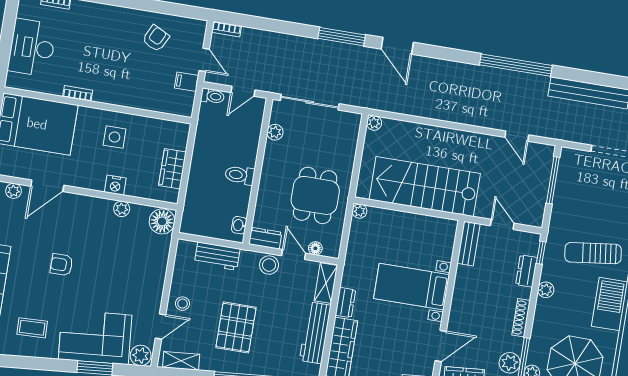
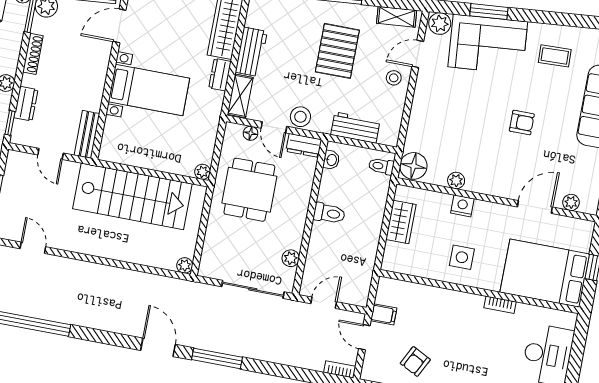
toilet: (213, 96) -> (381, 166), moved
workbench: (315, 333) -> (251, 52), width x0.73

